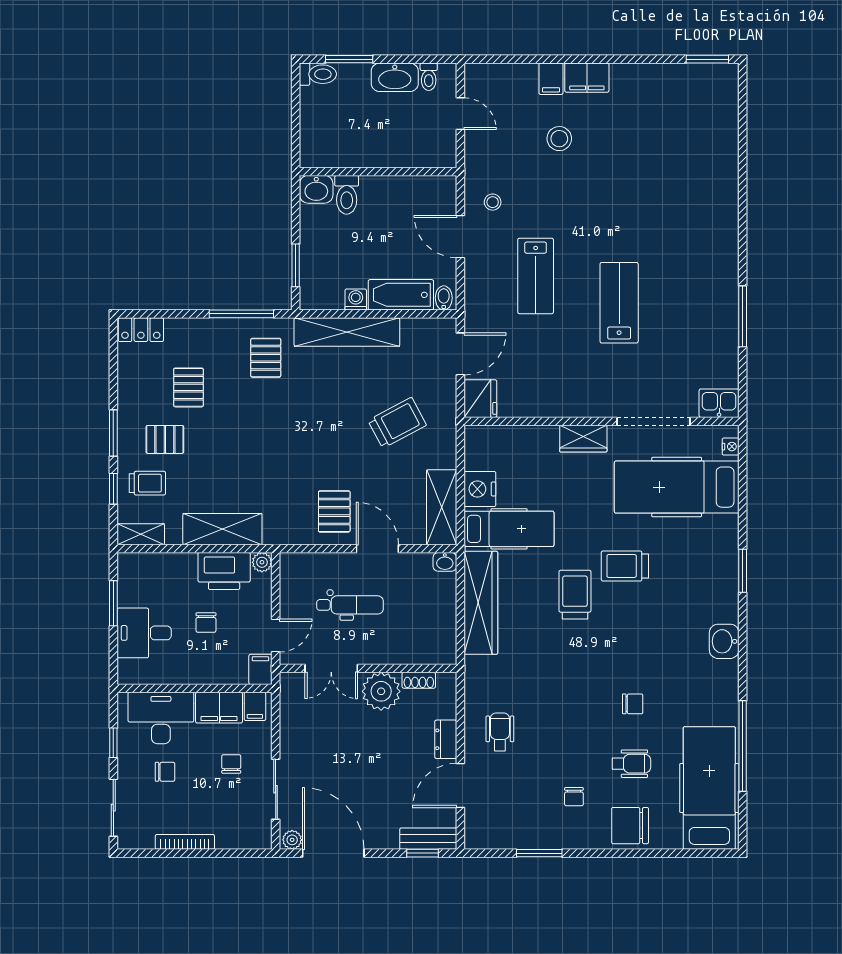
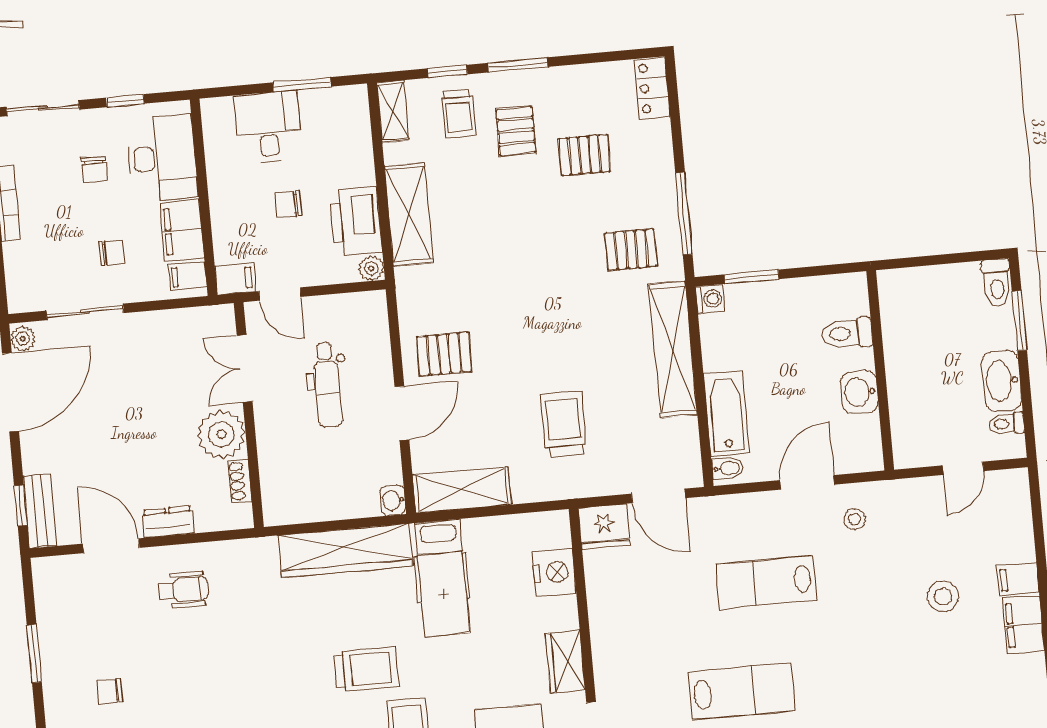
washbasin: (316, 189) -> (859, 392), moved
washing machine: (356, 300) -> (710, 299), moved
trolley: (397, 423) -> (564, 424), turned -152
nightstand: (480, 489) -> (554, 572), moved, turned 90

